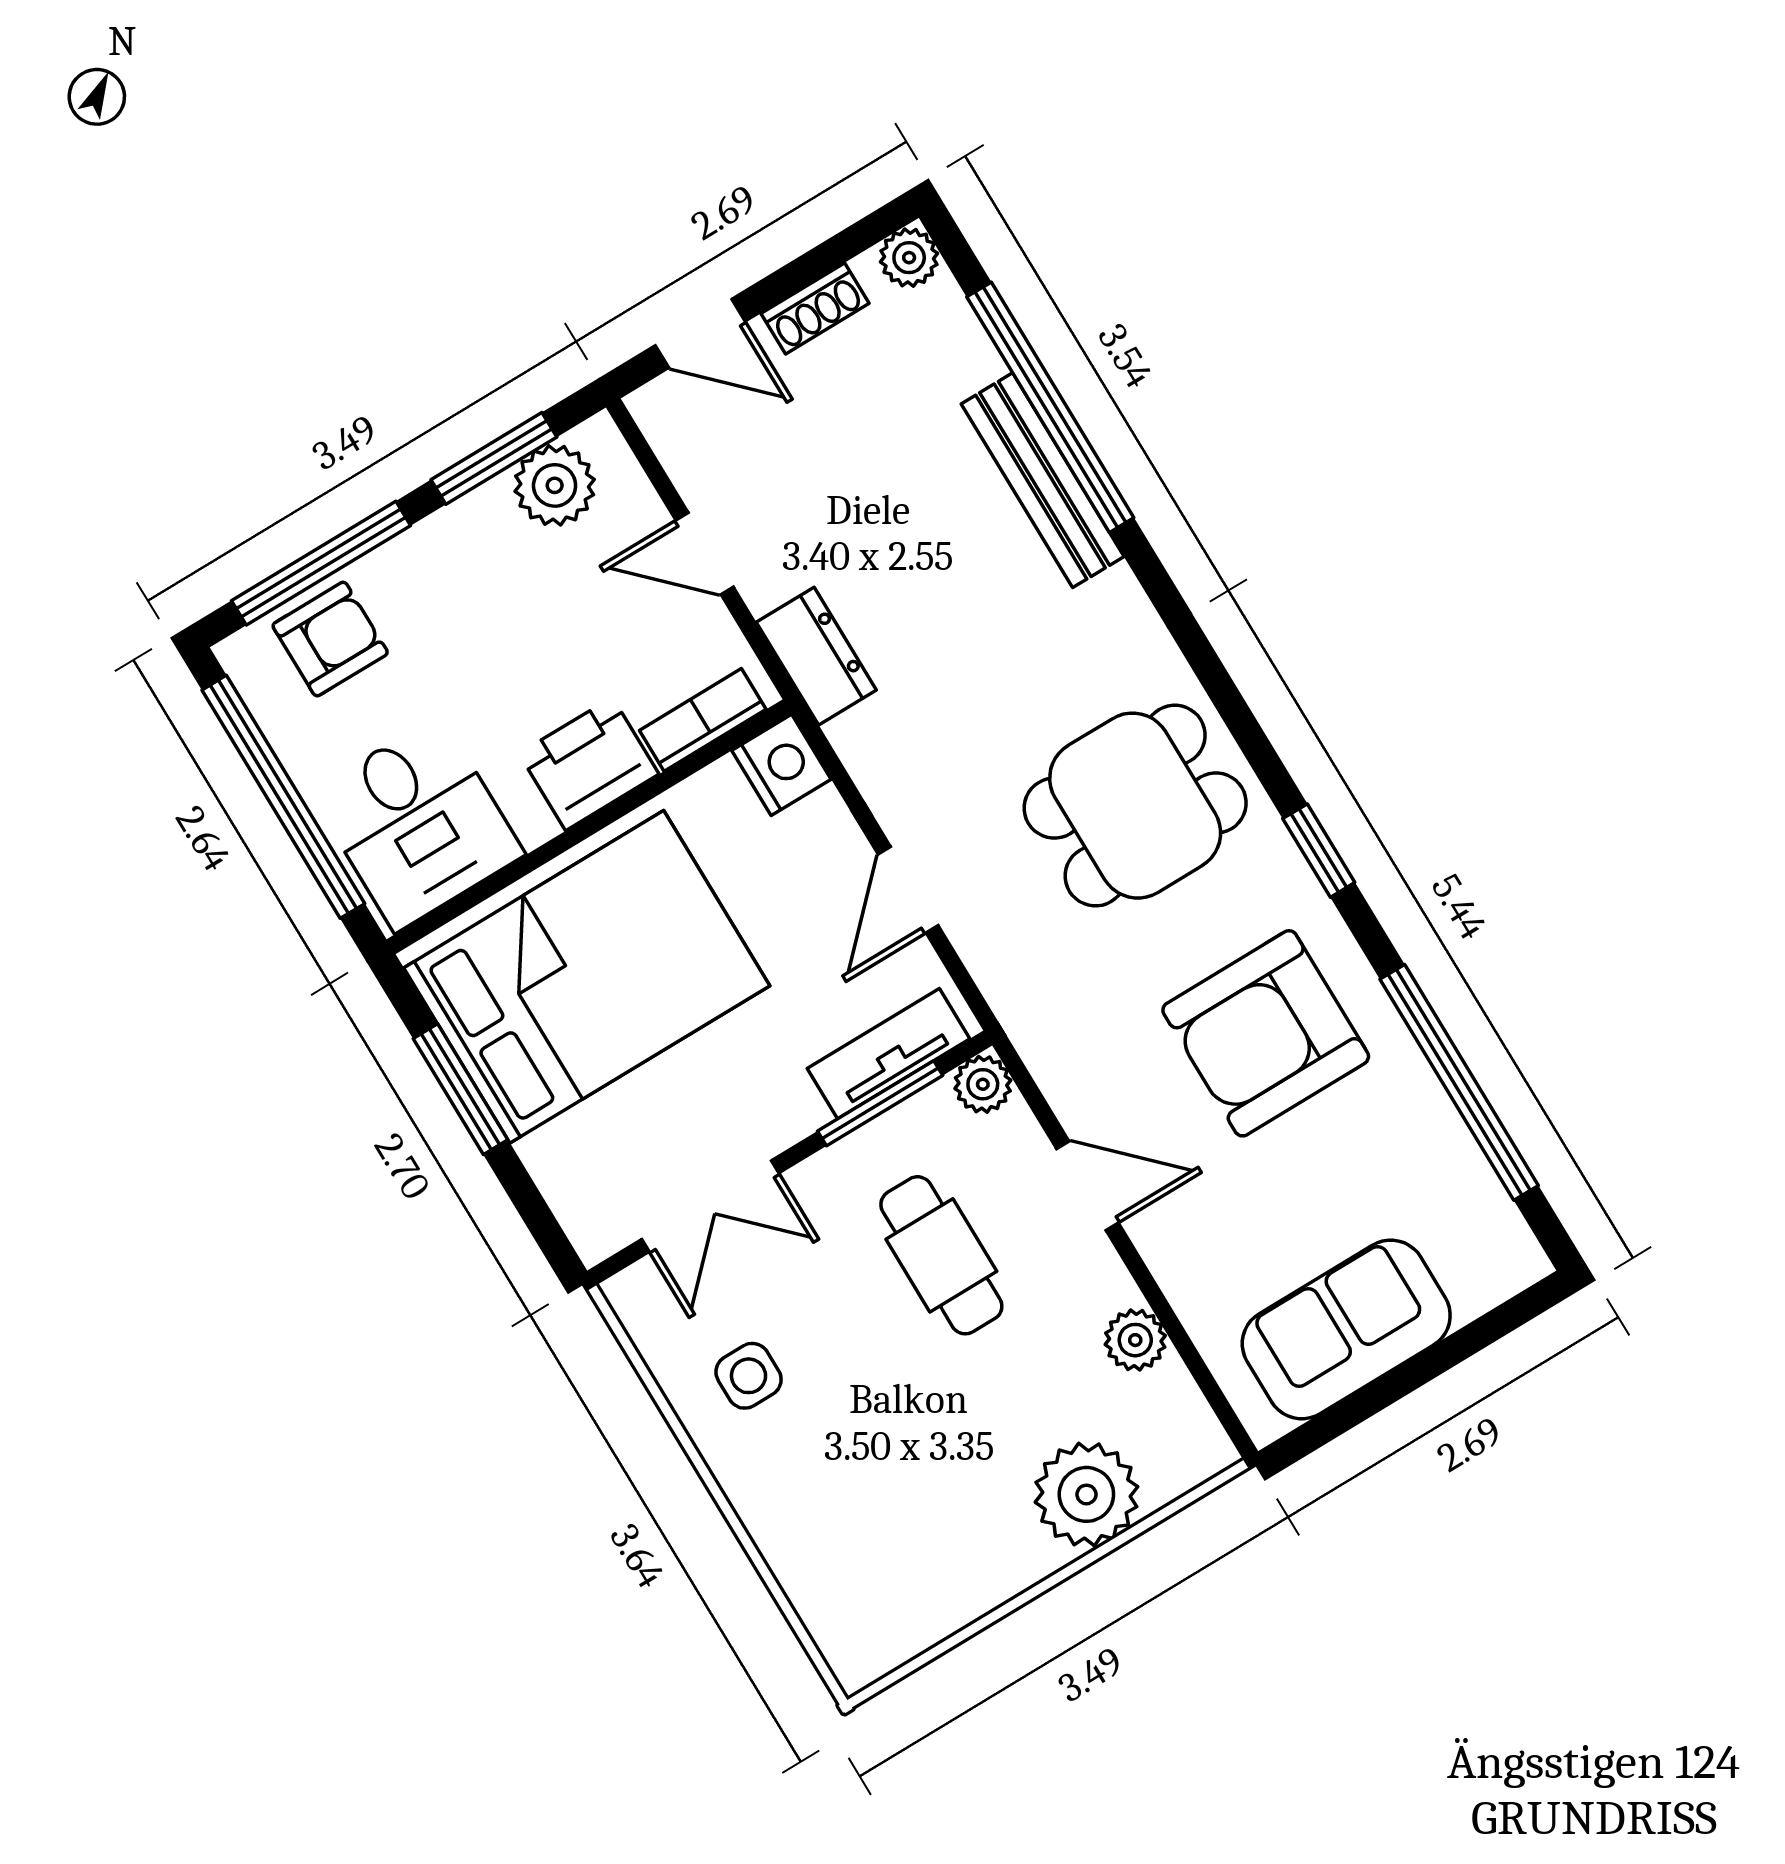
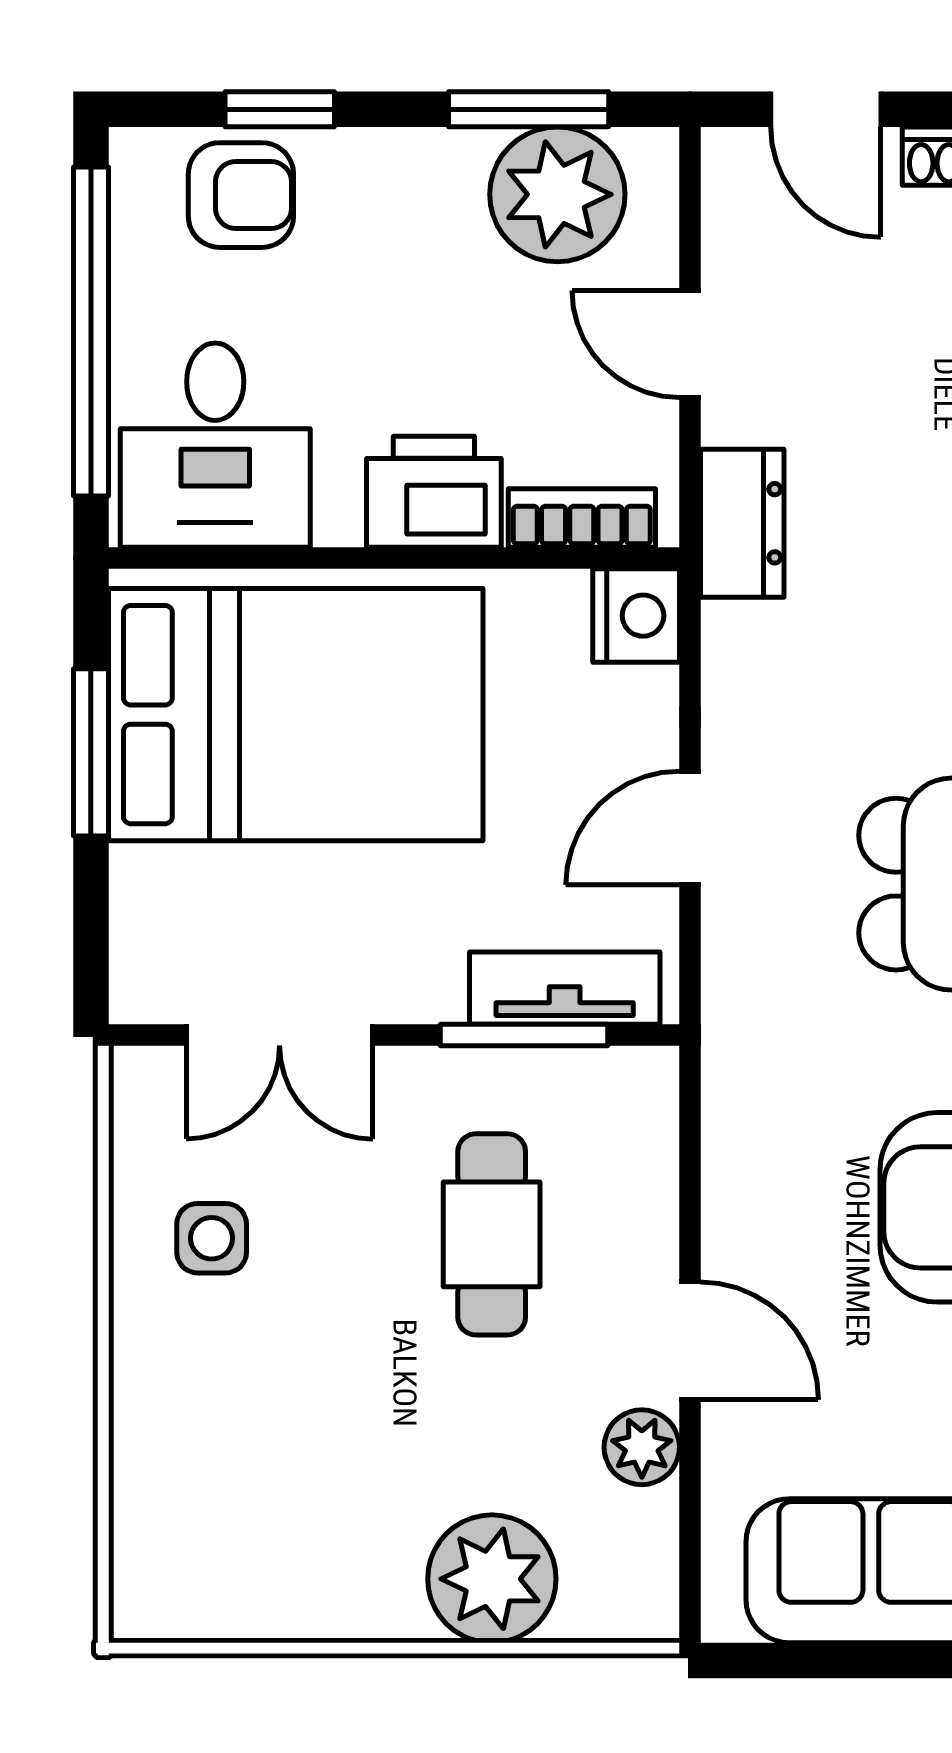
plant: (555, 485) -> (557, 194), width x1.36, depth x1.36
window: (321, 563) -> (280, 109), width x0.46
plant: (983, 1084) -> (644, 1081), removed
door: (1087, 1186) -> (690, 1341), moved

